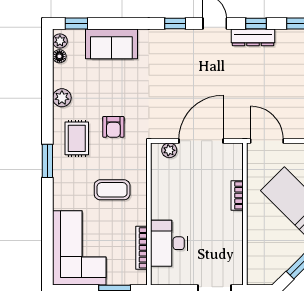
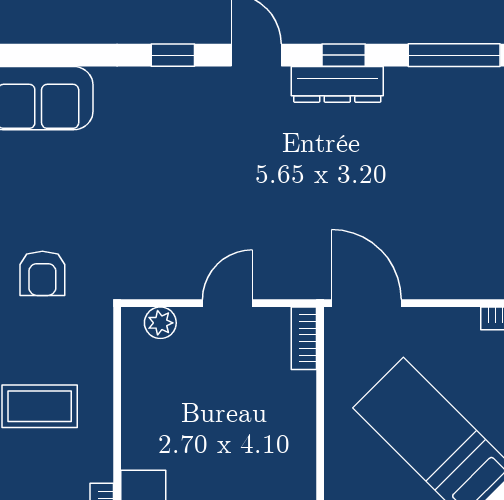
door: (201, 141) -> (227, 303), width x0.53
bookcase: (237, 195) -> (304, 338), moved

